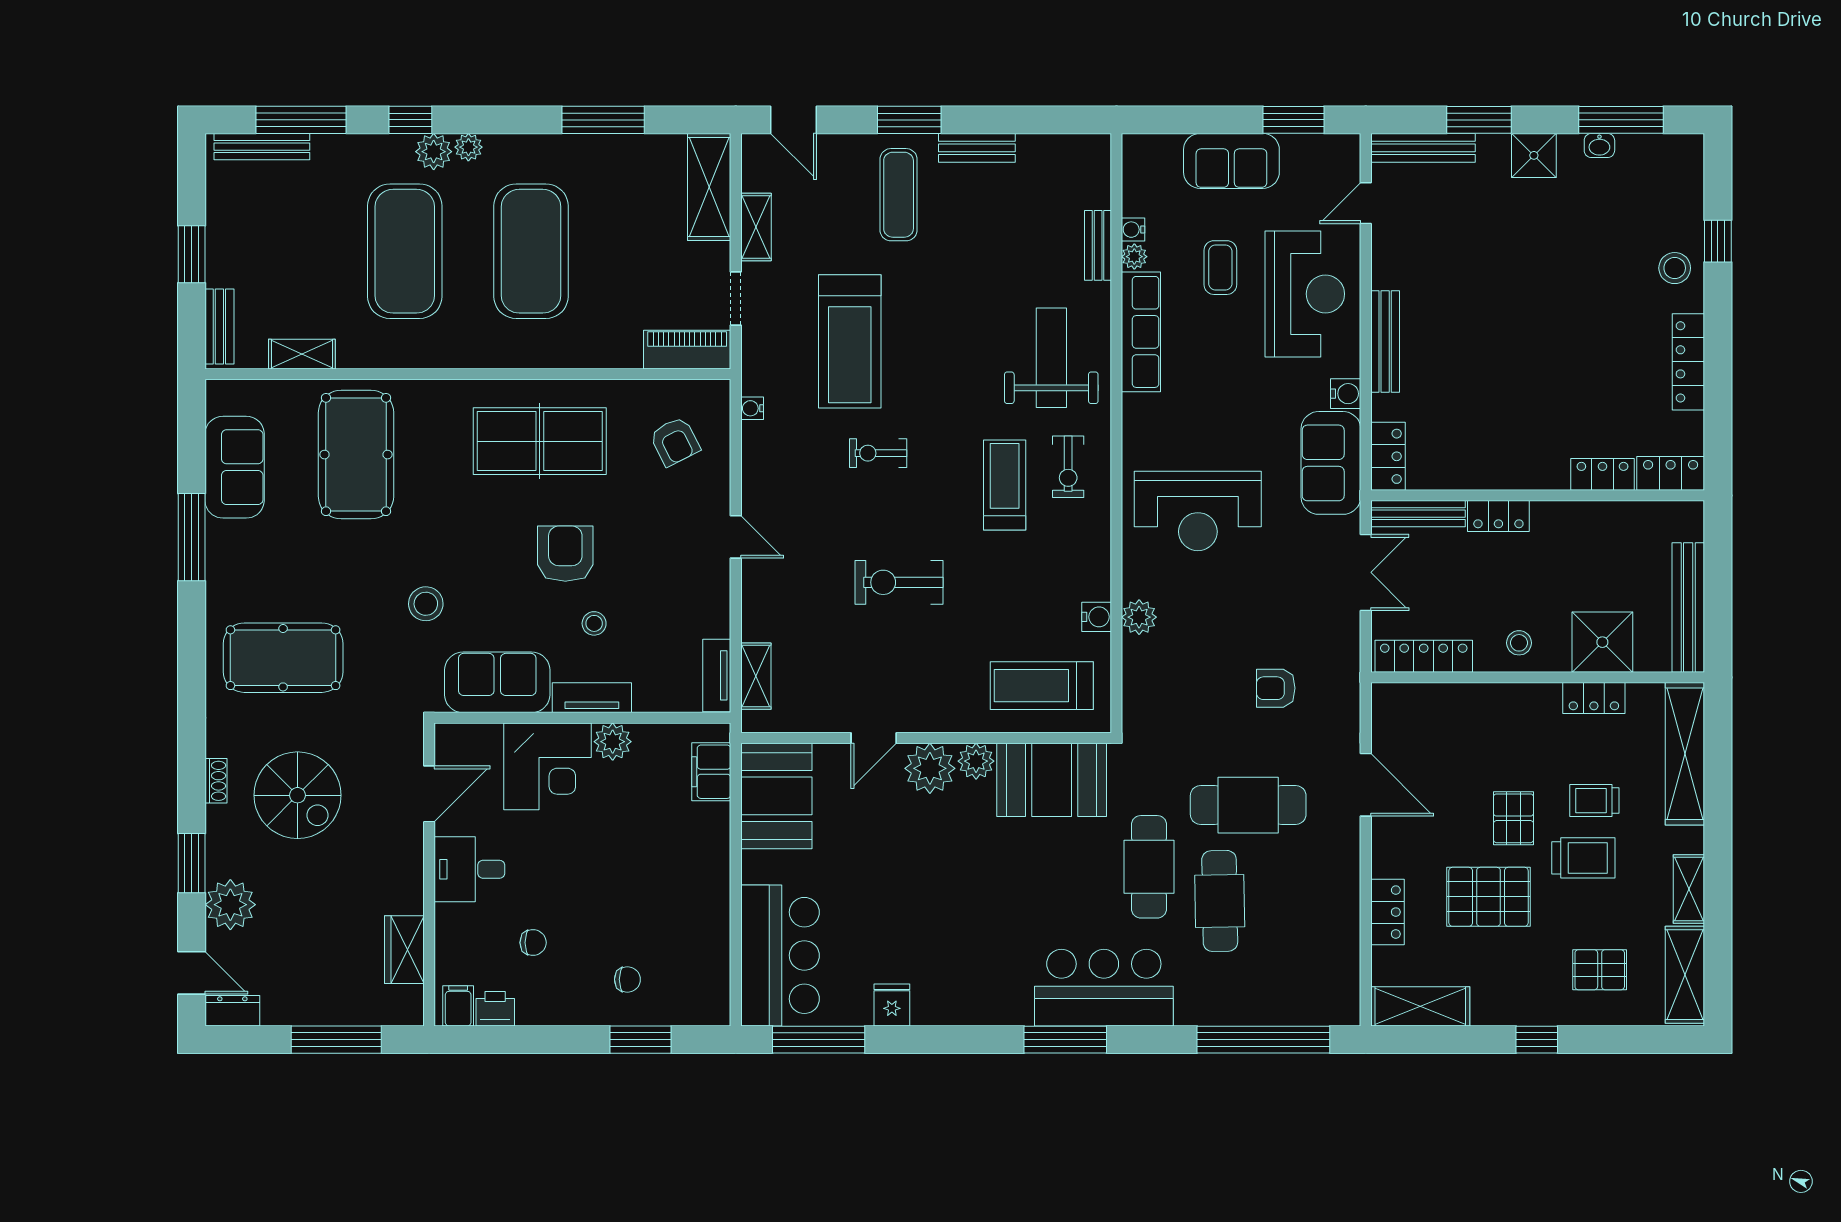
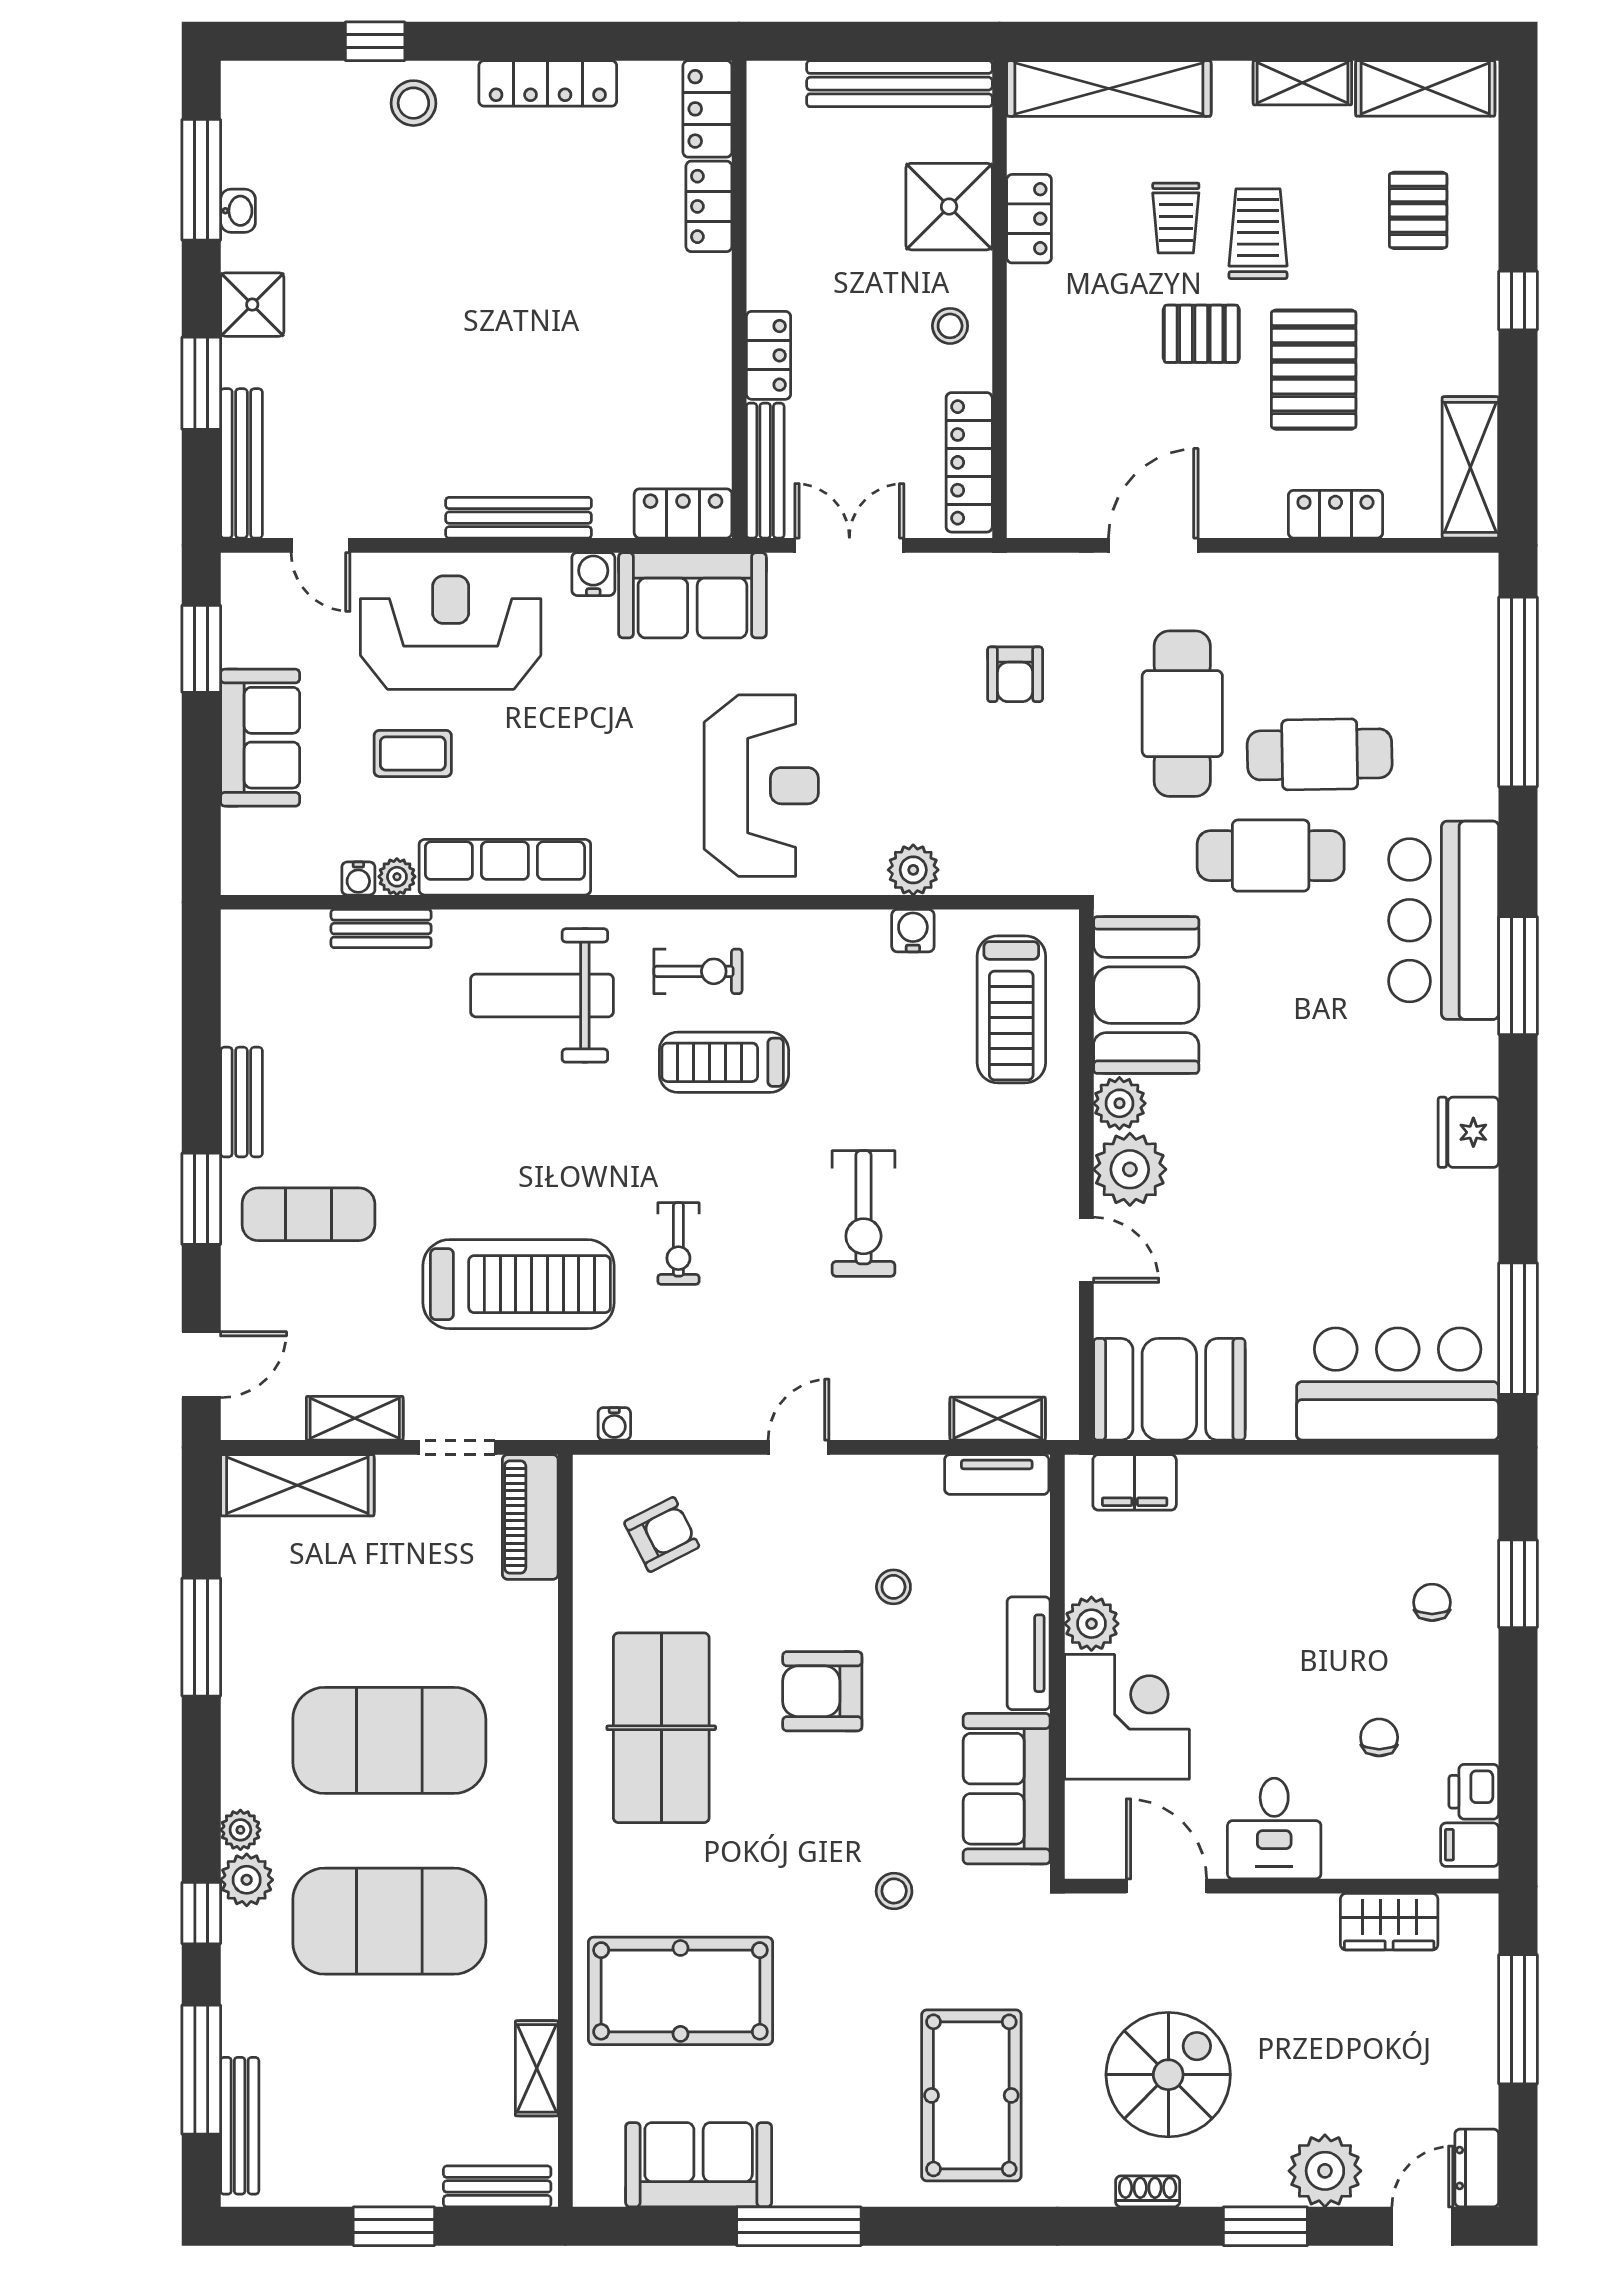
stool: (426, 604) -> (894, 1891), width x0.73, depth x0.73
stool: (594, 623) -> (893, 1587), moved
fridge: (892, 1005) -> (1468, 1132), moved, width x1.38

